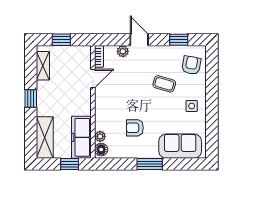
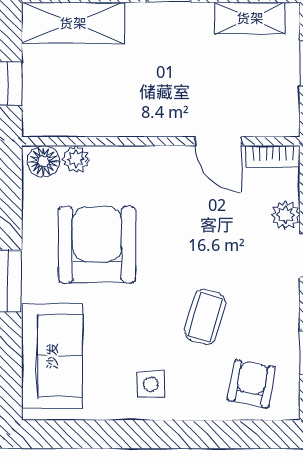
armchair: (191, 65) -> (251, 384), turned -89
armchair: (135, 128) -> (97, 245), width x1.88, depth x1.88
freezer: (81, 137) -> (74, 113), removed

